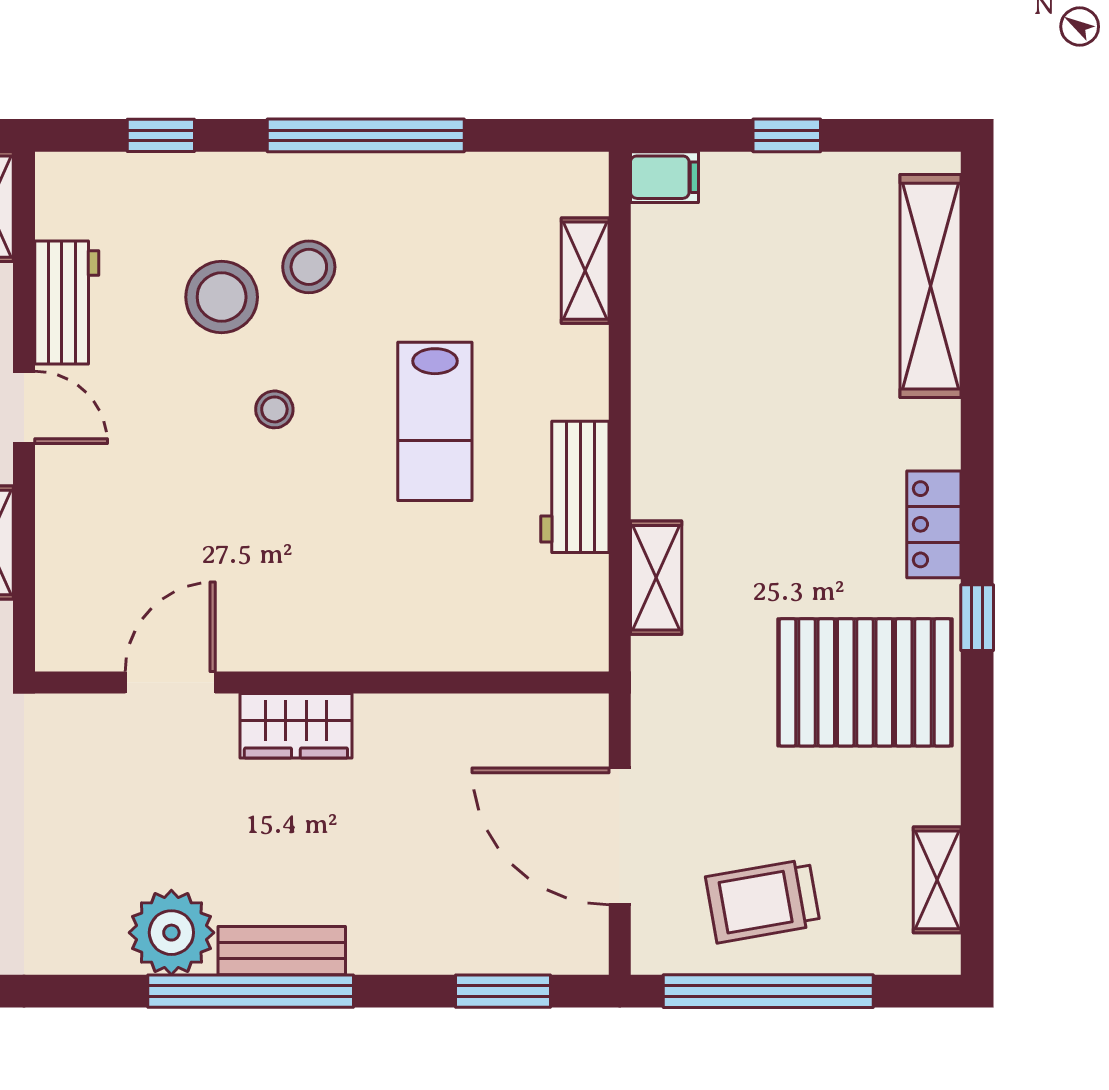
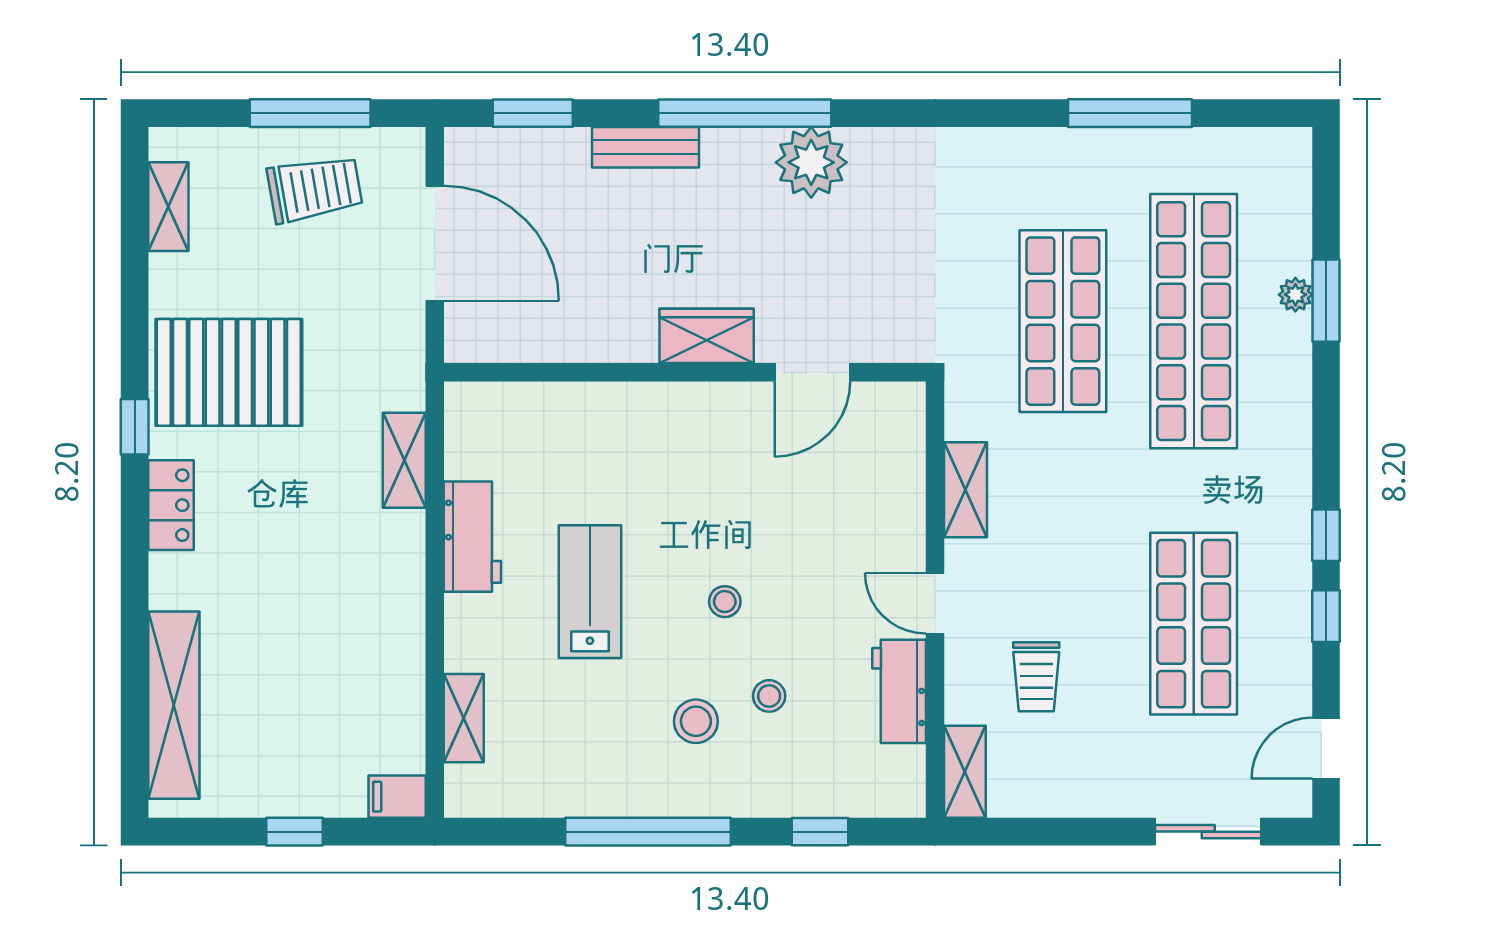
stool: (222, 297) -> (769, 696), width x0.53, depth x0.53
bench: (282, 951) -> (646, 147), moved
window: (768, 991) -> (310, 113), width x0.68

